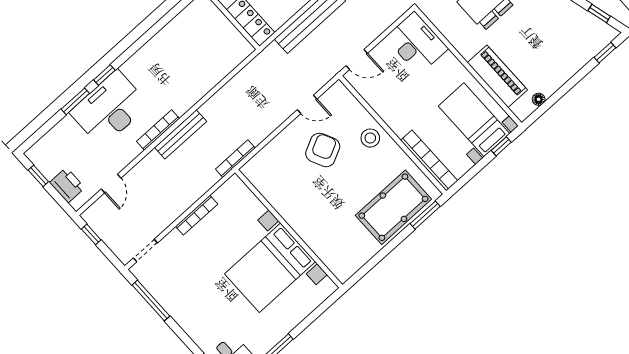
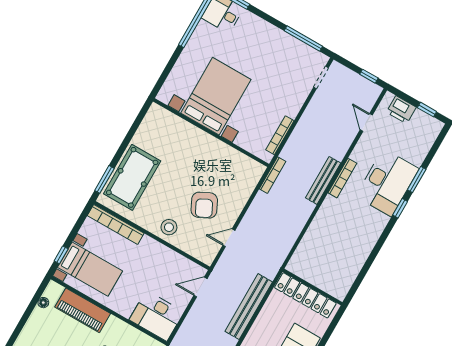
bookcase: (197, 215) -> (280, 135), moved

